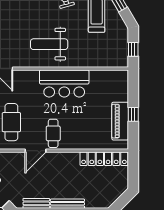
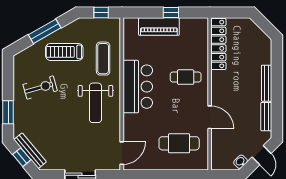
exercise mat: (90, 51) -> (103, 59), added
piano: (120, 121) -> (159, 27), moved
cafe table: (53, 133) -> (186, 77), moved

